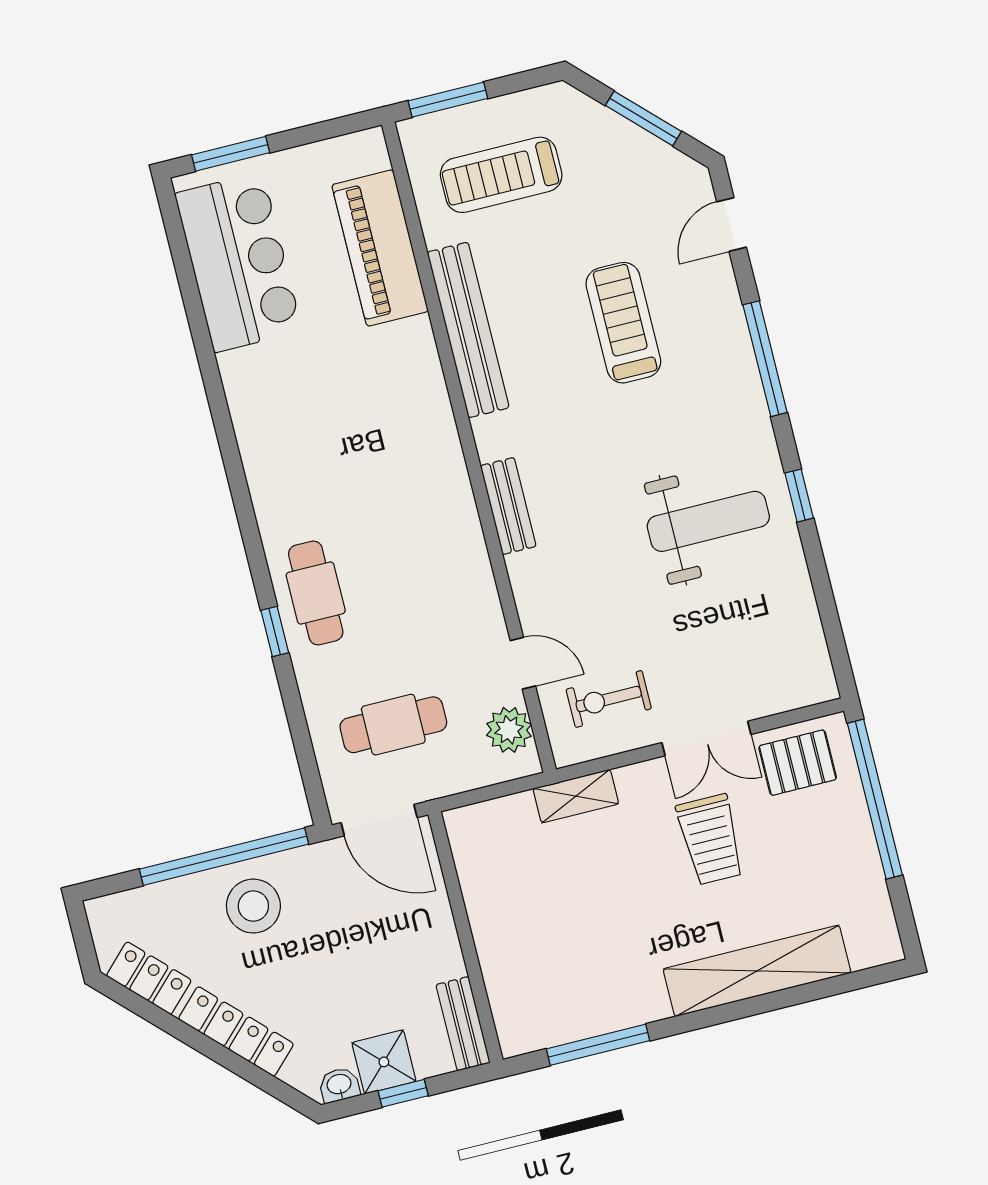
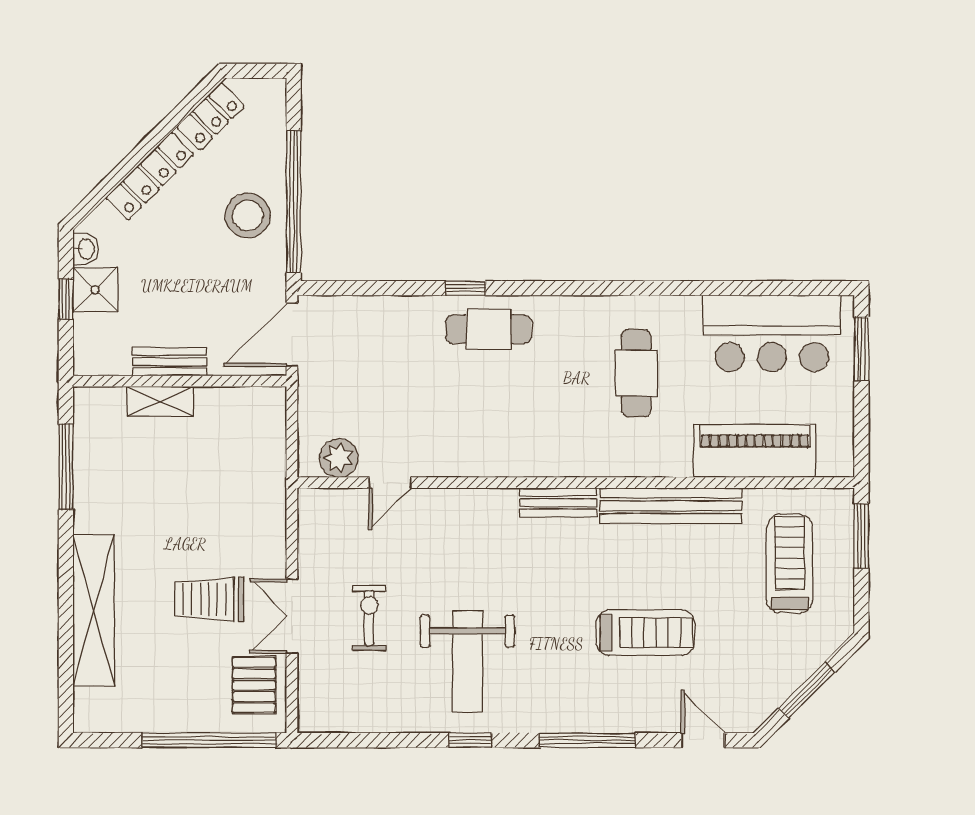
bench: (508, 506) -> (558, 503), moved
exercise bike: (609, 699) -> (369, 618), moved
cafe table: (393, 725) -> (636, 373), moved
shelving: (576, 796) -> (160, 401), moved, turned 90
bench: (463, 1024) -> (169, 362), moved

